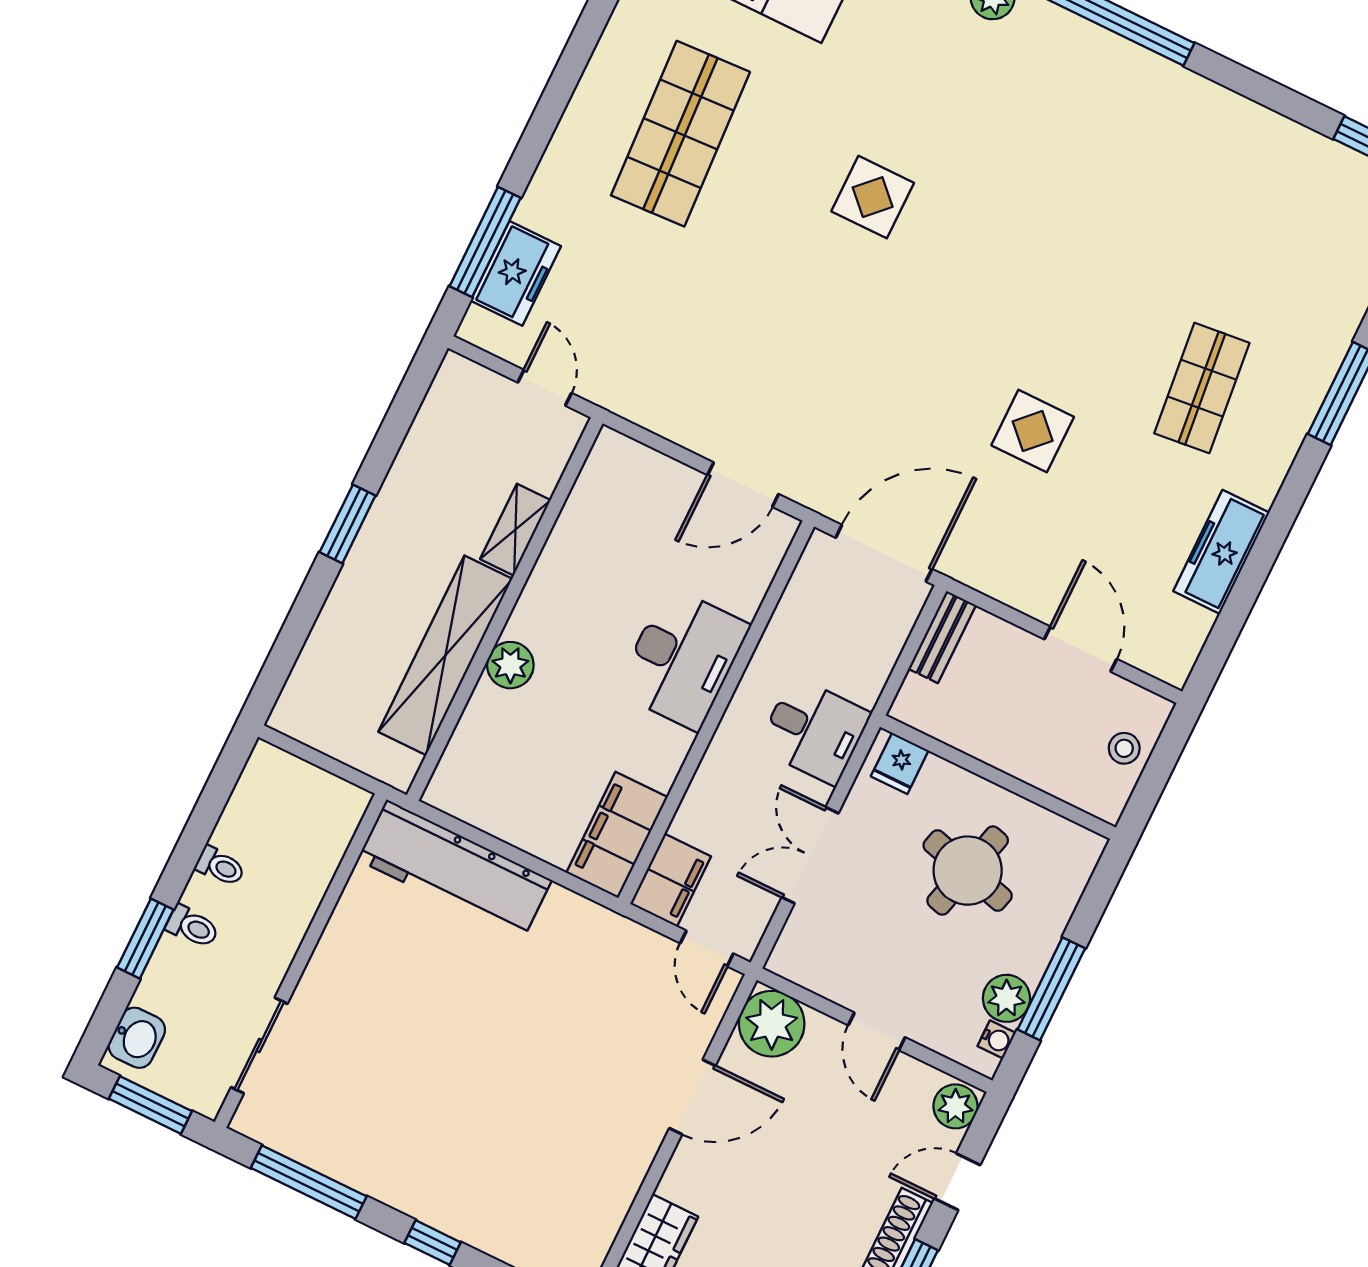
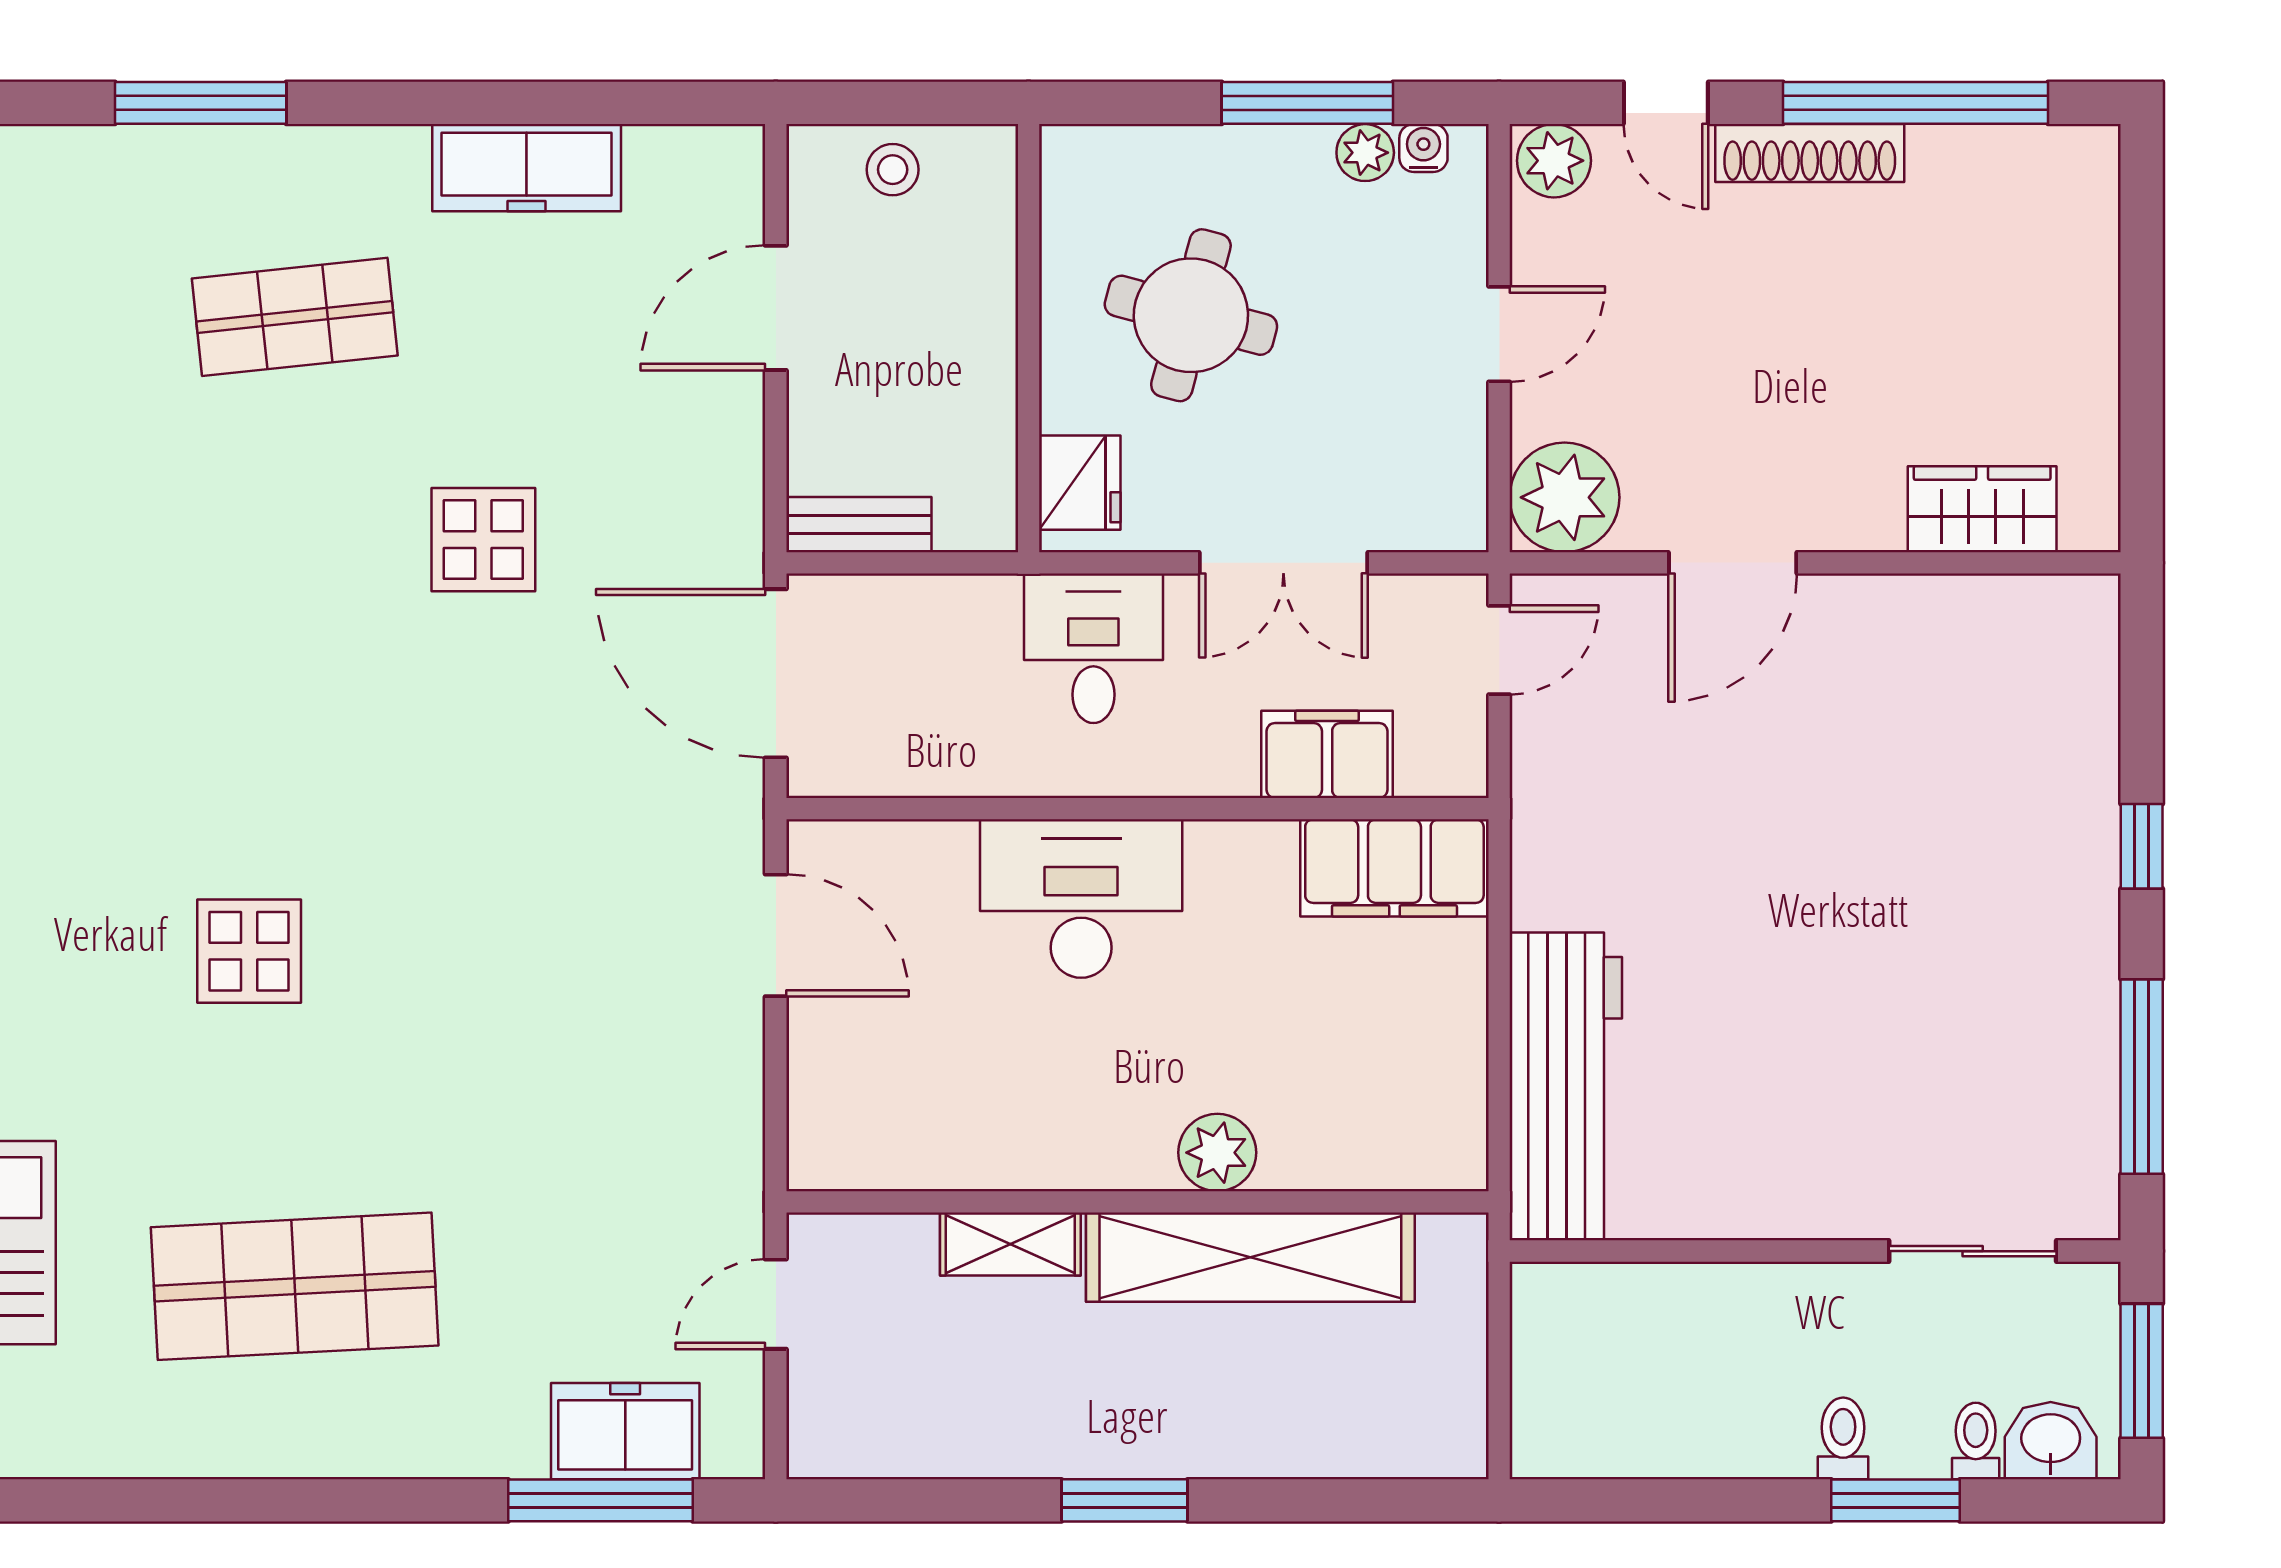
fridge: (900, 763) -> (1080, 483), width x1.38
toilet: (220, 866) -> (1976, 1441), moved
filing cabinet: (671, 880) -> (1327, 754), moved
plant: (1006, 998) -> (1365, 153), width x0.73, depth x0.73
door: (692, 1097) -> (1733, 563), swing flipped

